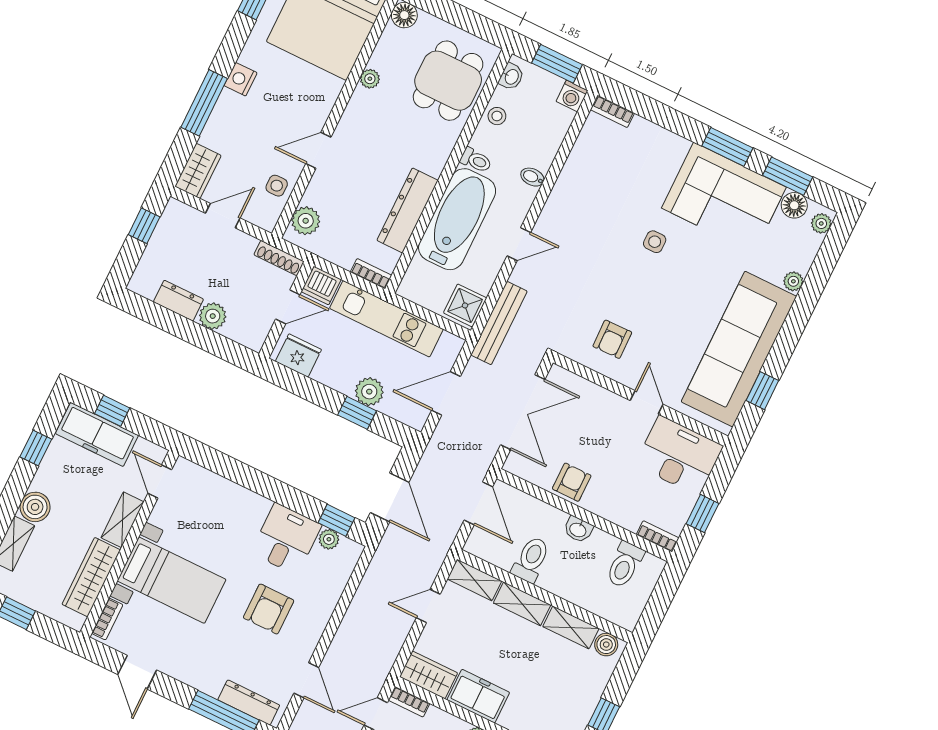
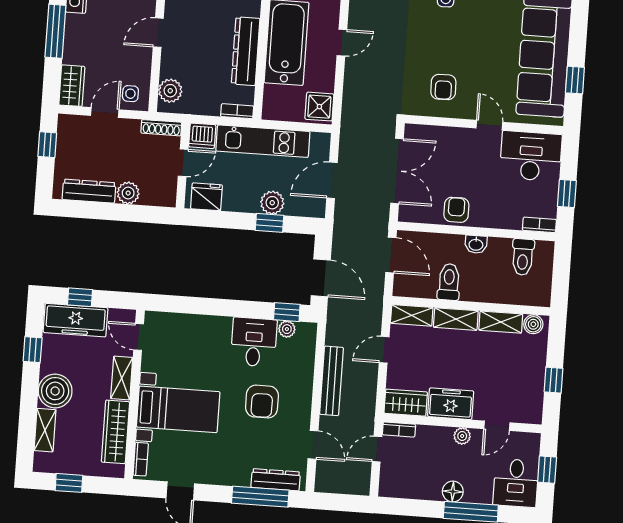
side table: (277, 186) -> (130, 94), moved
dresser: (178, 301) -> (89, 191), width x1.44
bench: (499, 323) -> (332, 381), moved
boiler: (35, 507) -> (55, 391), width x1.37, depth x1.37

